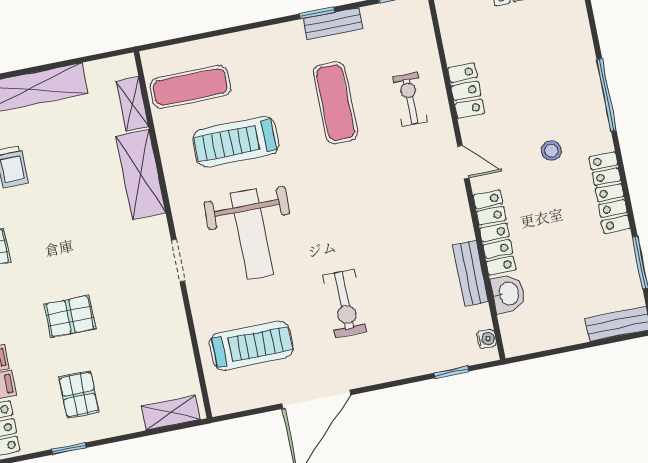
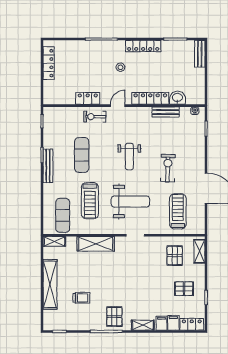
bench: (333, 24) -> (48, 166), moved, width x1.36
exercise bike: (410, 99) -> (95, 117), moved
exercise mat: (335, 103) -> (82, 155), turned 90
shelving: (132, 104) -> (54, 241), moved
weight bench: (353, 211) -> (129, 156), added
exercise bike: (345, 303) -> (168, 168), turned -88
pallet: (70, 316) -> (175, 256), moved

